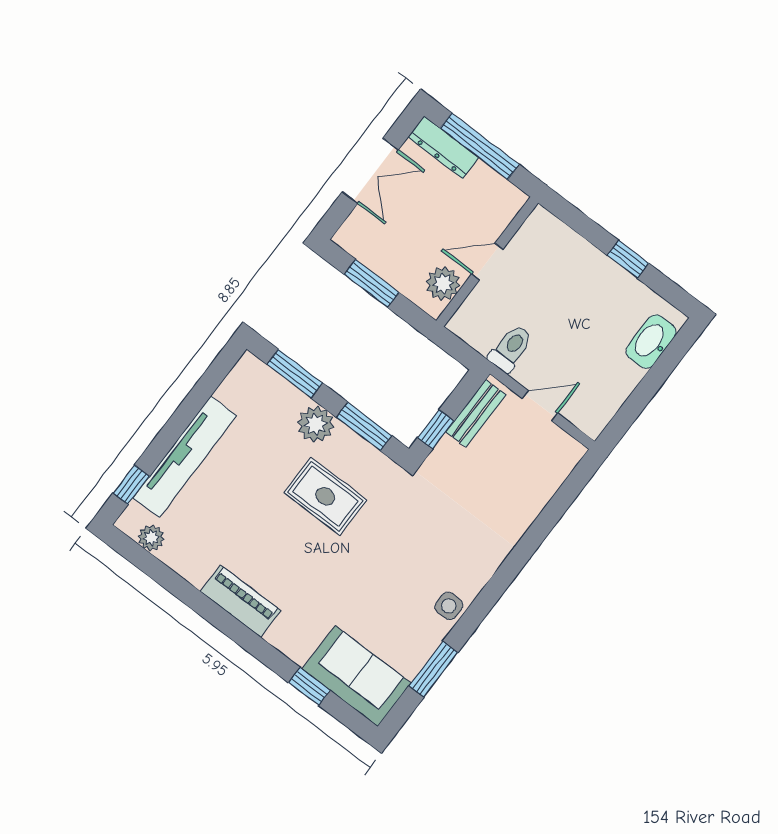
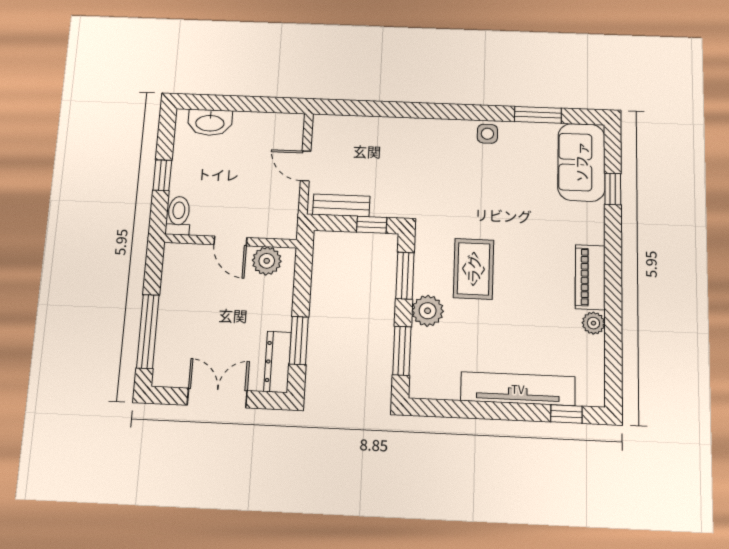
dresser: (443, 147) -> (277, 362), moved, turned 180
door: (487, 262) -> (230, 241), moved
wall: (487, 262) -> (230, 241), moved
plant: (443, 284) -> (267, 261), moved
toilet: (511, 348) -> (178, 216), moved, turned 90
plant: (151, 538) -> (593, 323), moved

